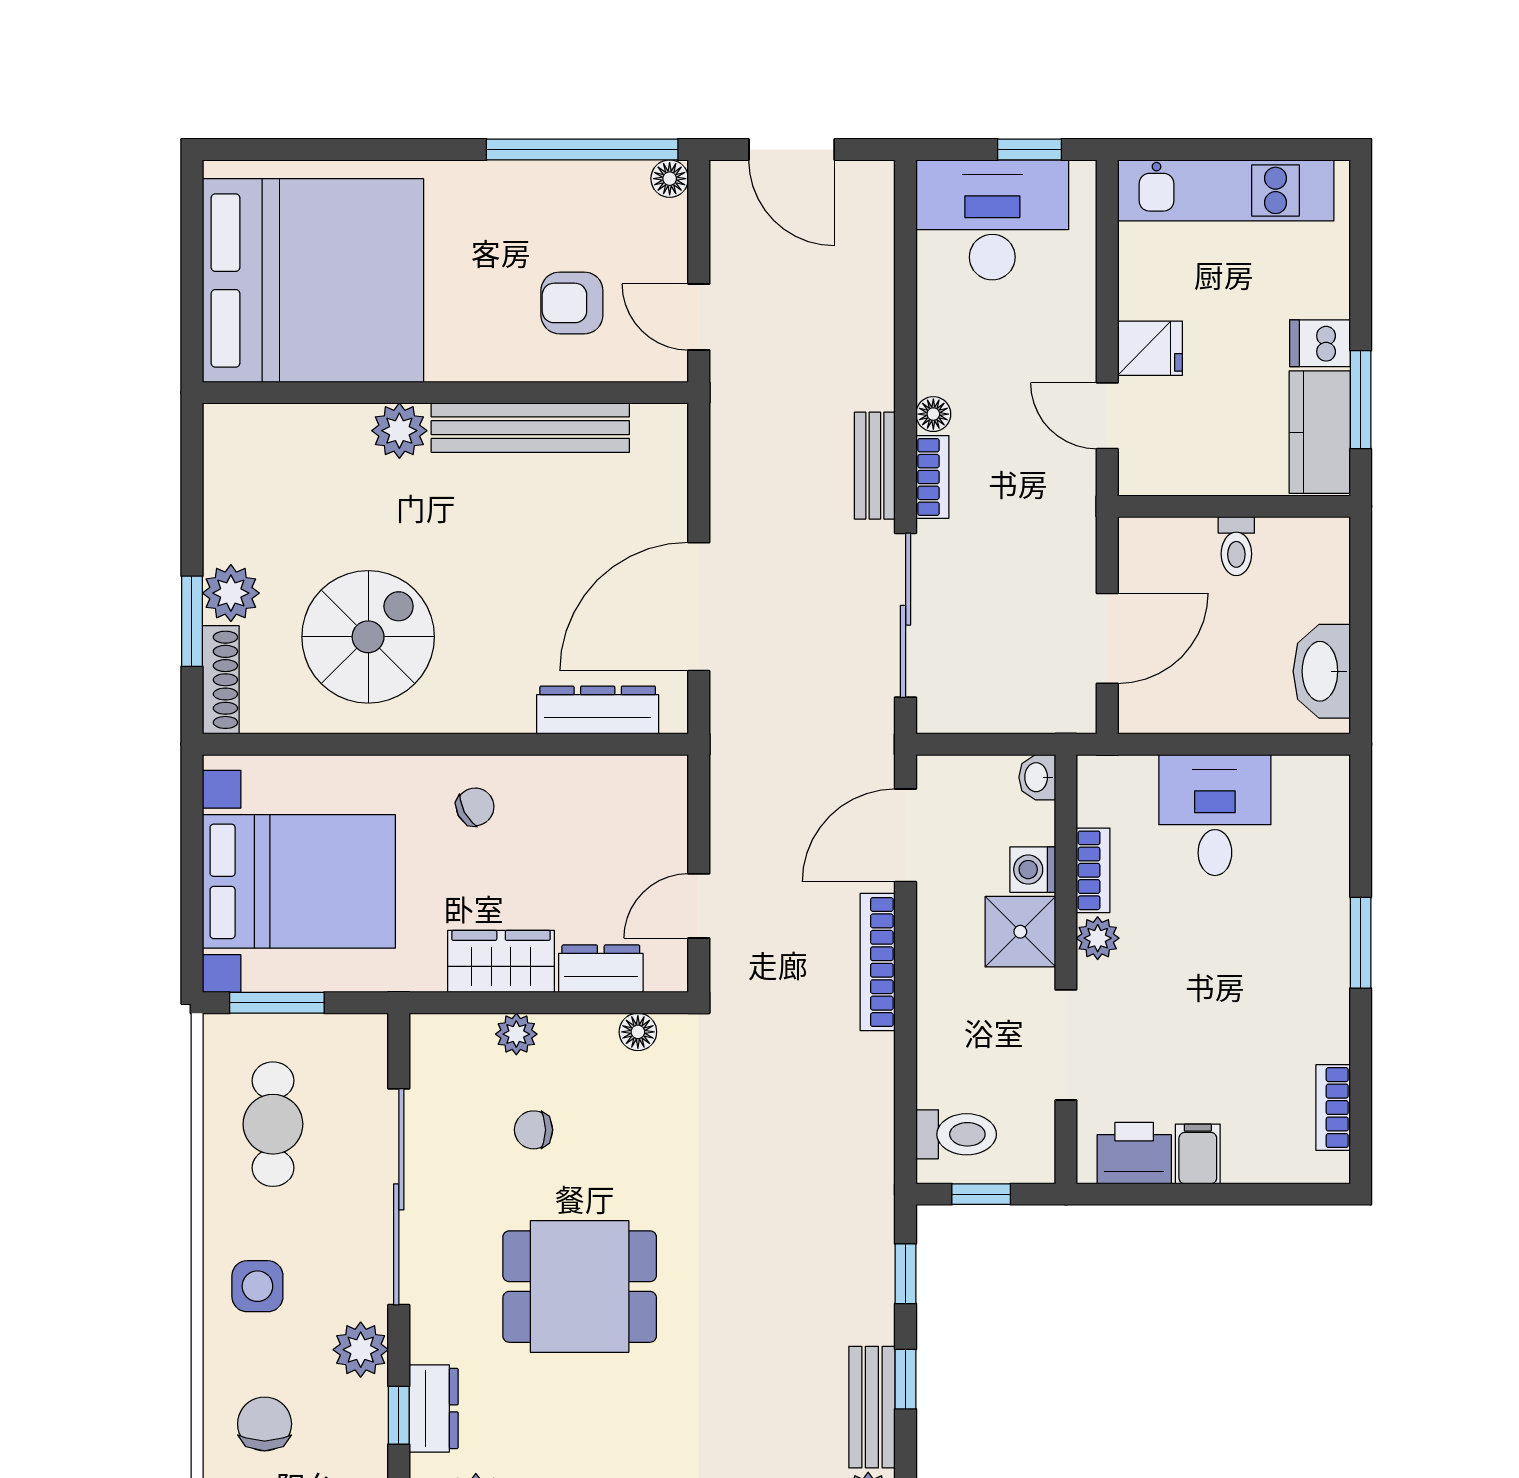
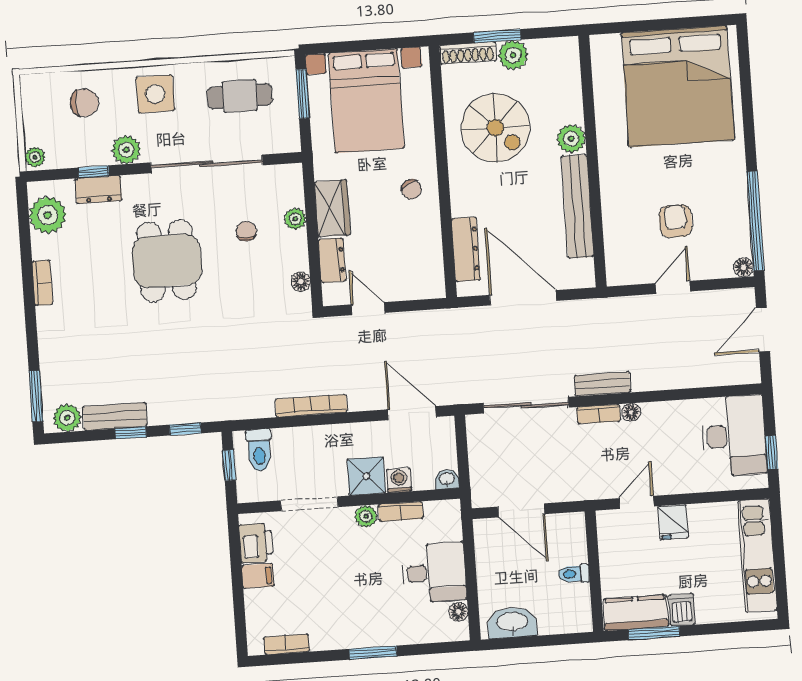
wall: (445, 393) -> (592, 161), moved
bench: (530, 428) -> (577, 206), moved
plant: (399, 431) -> (571, 139), moved
floor lamp: (1294, 773) -> (458, 612), added
bookcase: (878, 962) -> (311, 406), moved
side table: (257, 1286) -> (155, 94), width x1.37, depth x1.37

